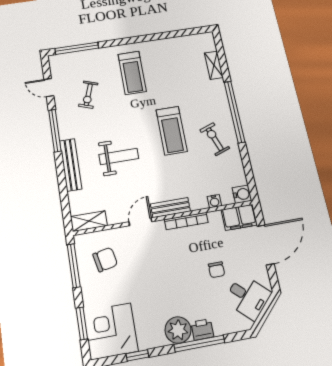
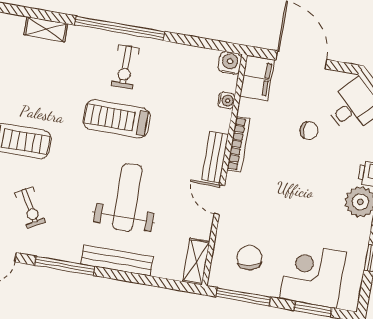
exercise bike: (88, 95) -> (30, 208), turned 42
treadmill: (172, 131) -> (117, 119), turned 180
exercise bike: (215, 139) -> (125, 67), moved, turned -70
weight bench: (119, 156) -> (127, 197), width x1.36, depth x1.33
corner desk: (111, 331) -> (313, 275), moved, turned 90

